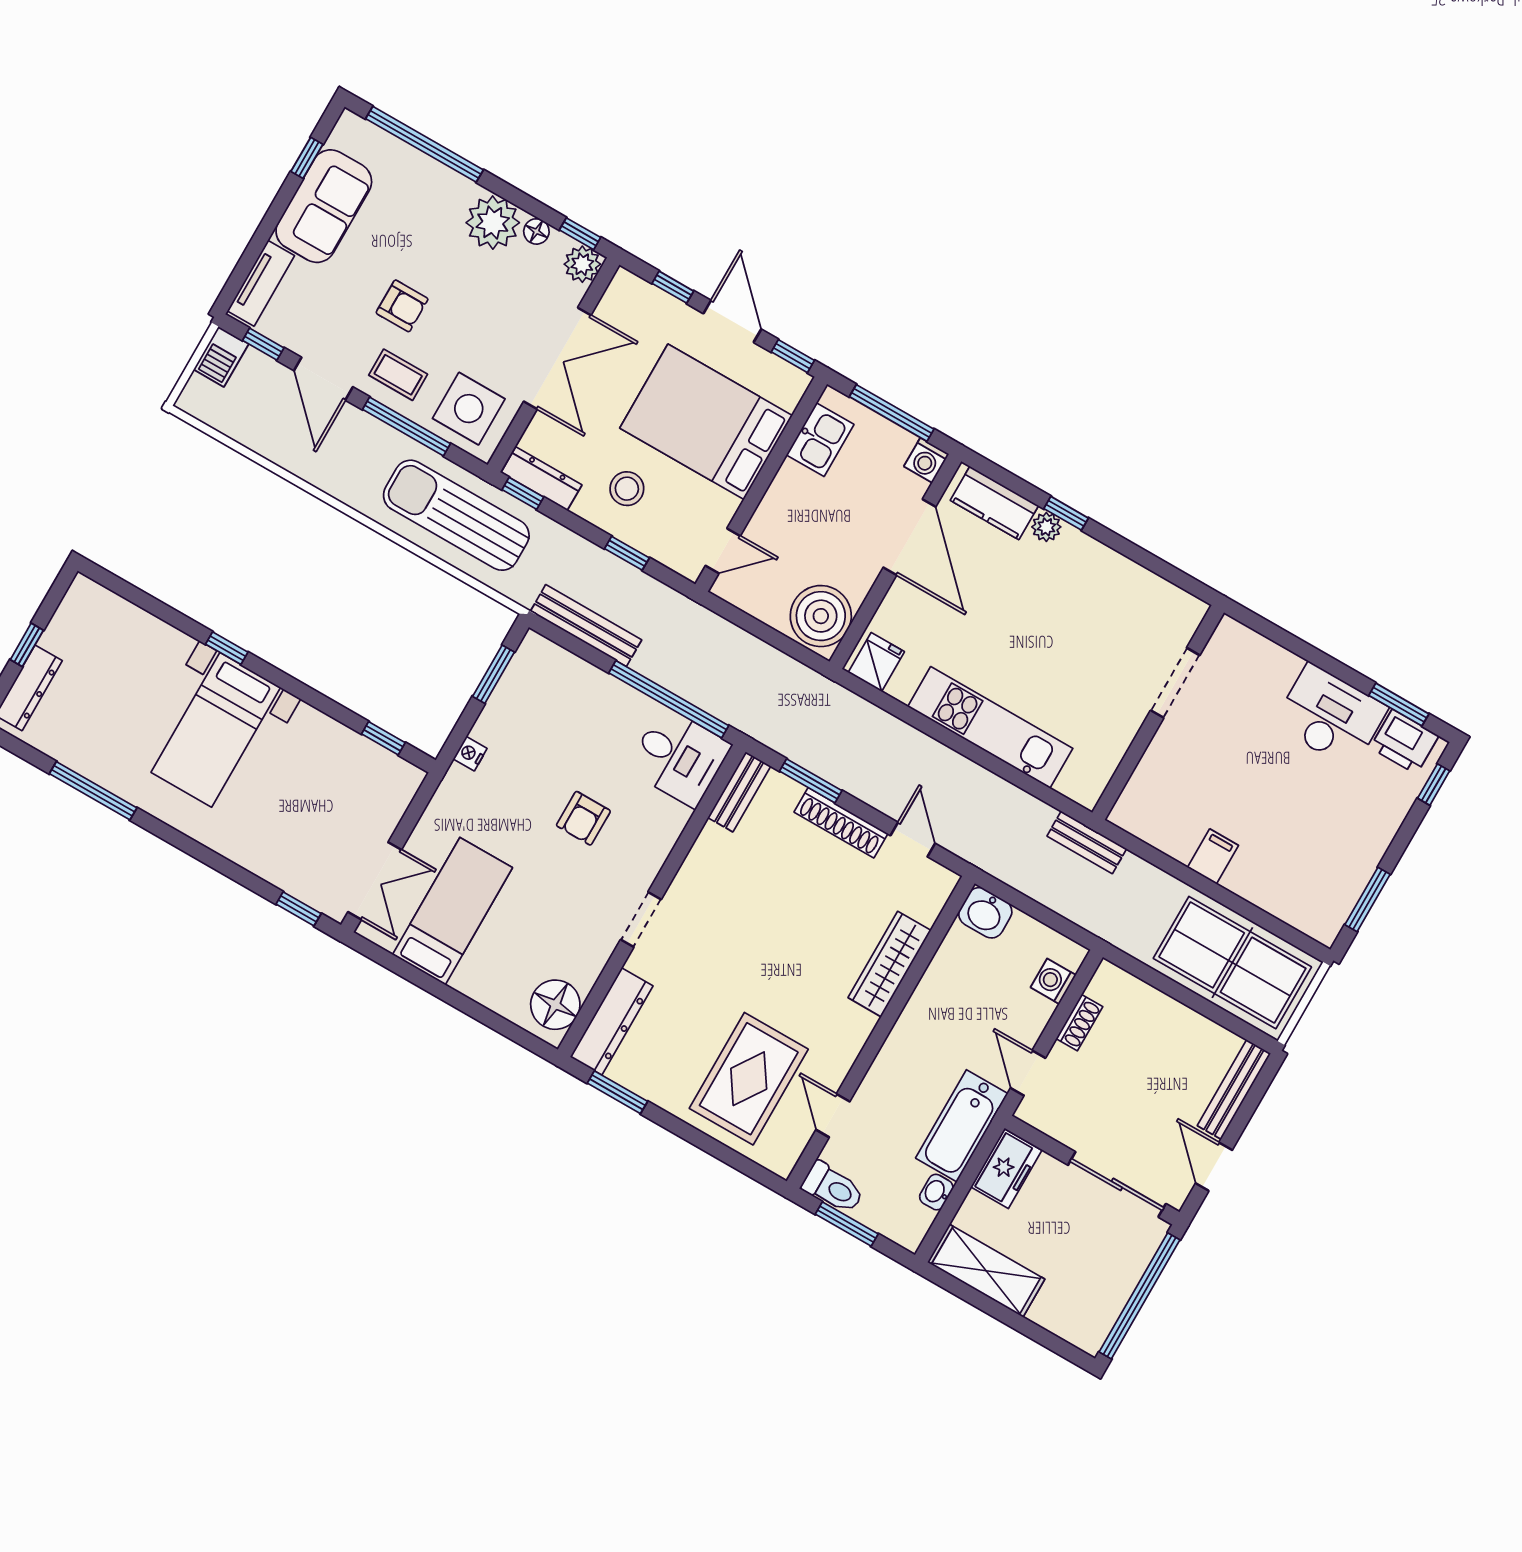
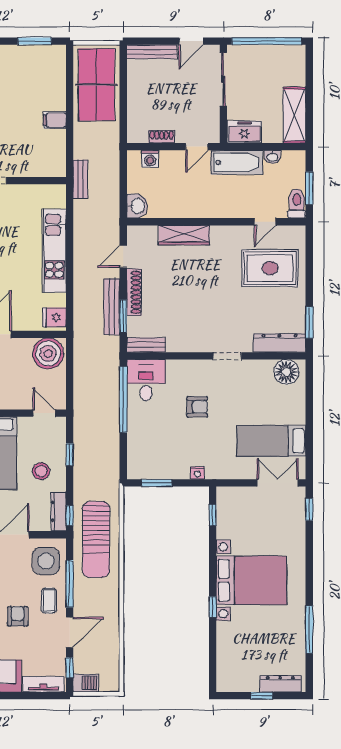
bench: (586, 626) -> (112, 307), moved
bed with nightstands: (216, 730) -> (251, 580), width x1.36

